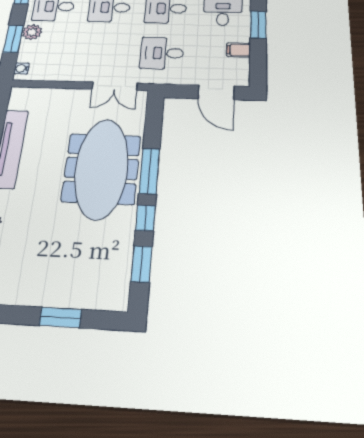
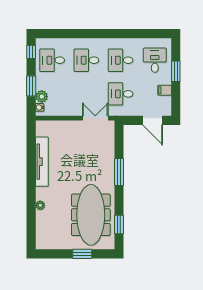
plant: (32, 32) -> (42, 96), moved
double door: (115, 86) -> (95, 118), swing flipped
meeting table: (101, 168) -> (91, 215), moved
window: (145, 218) -> (119, 199), removed

